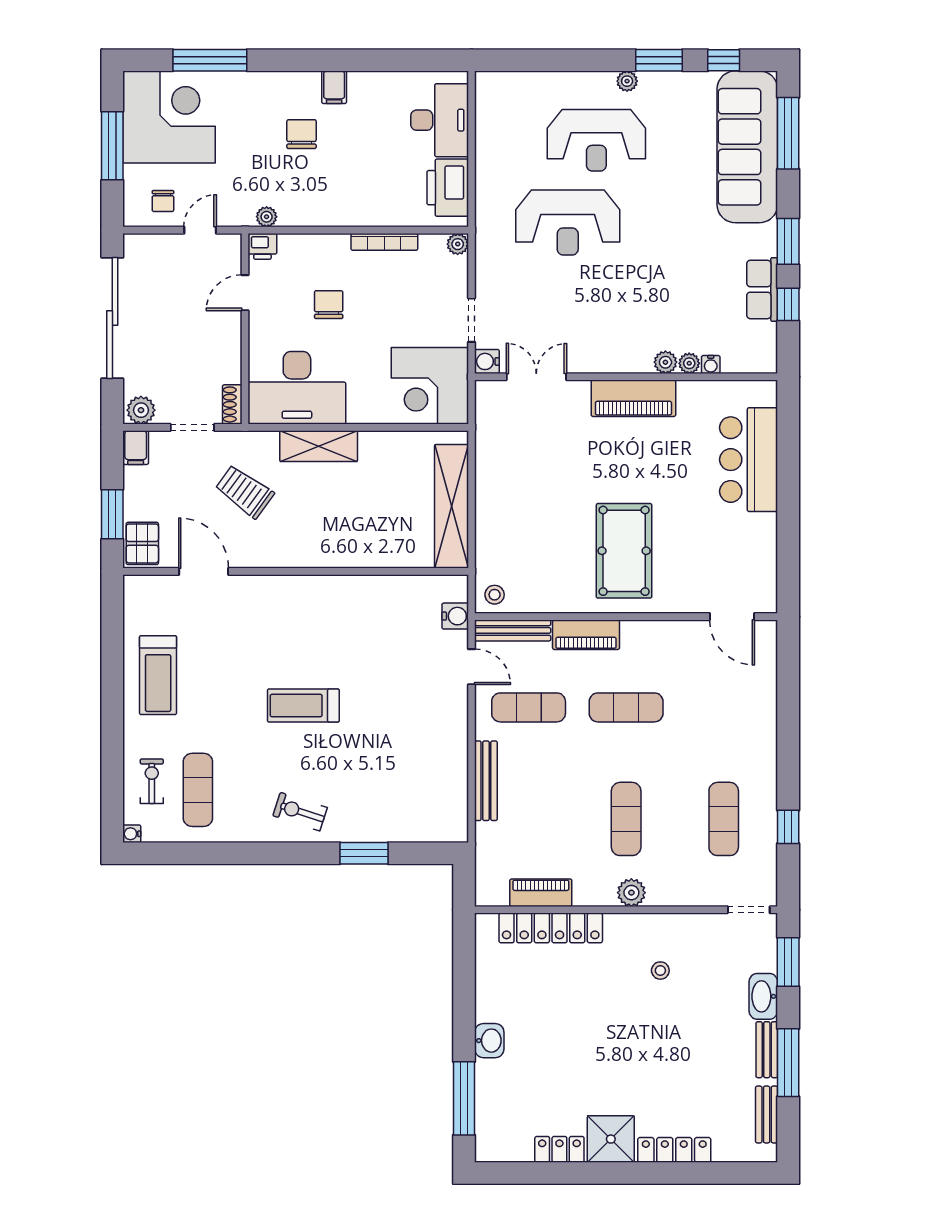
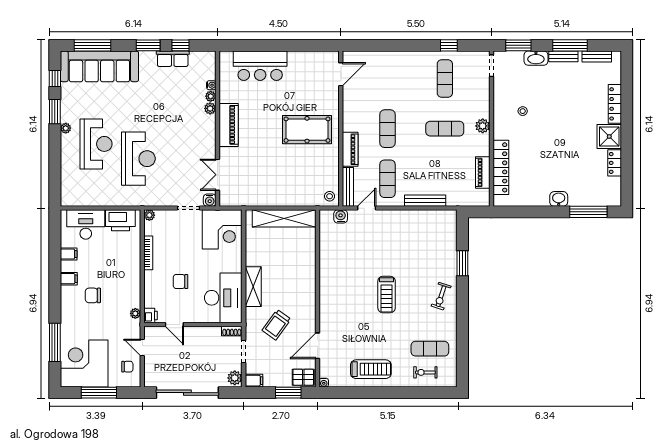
filing cabinet: (382, 87) -> (69, 254), added
exercise mat: (724, 819) -> (445, 79), turned 90
water cooler: (132, 834) -> (324, 383), moved

